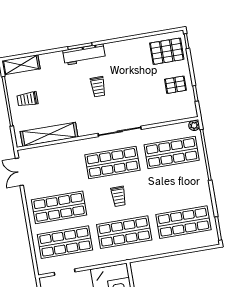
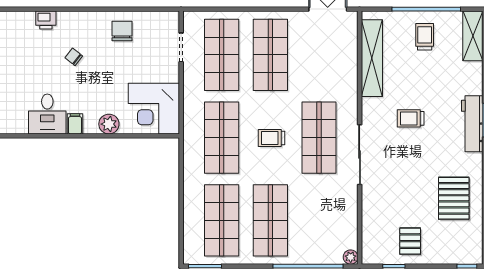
pallet: (167, 51) -> (454, 198), moved
trolley: (98, 87) -> (411, 118), moved
shop shelf: (172, 152) -> (270, 220), moved

